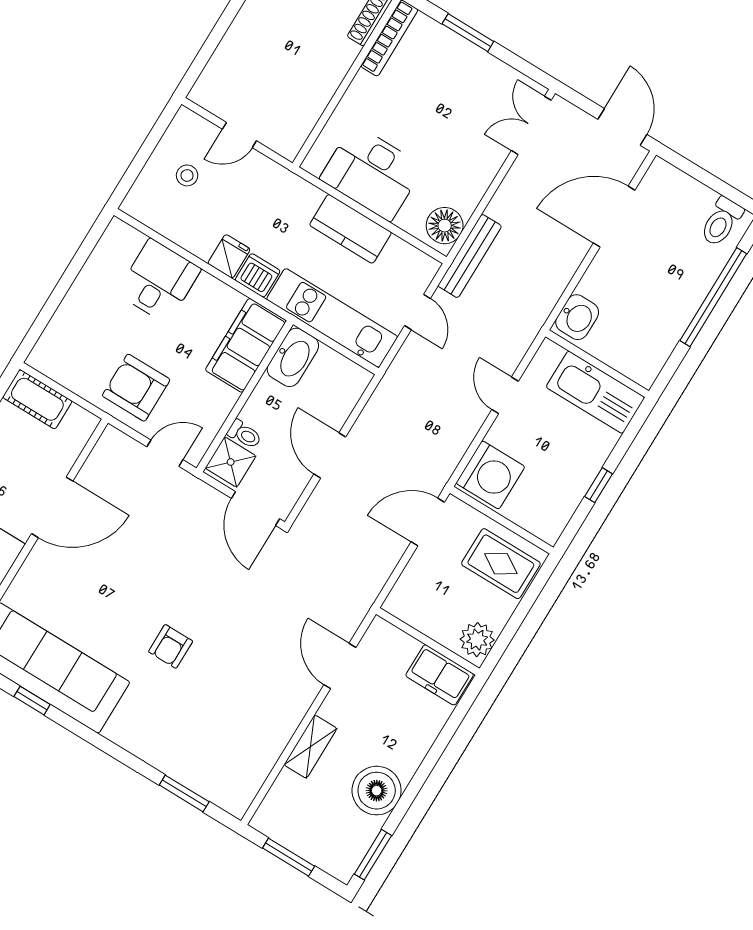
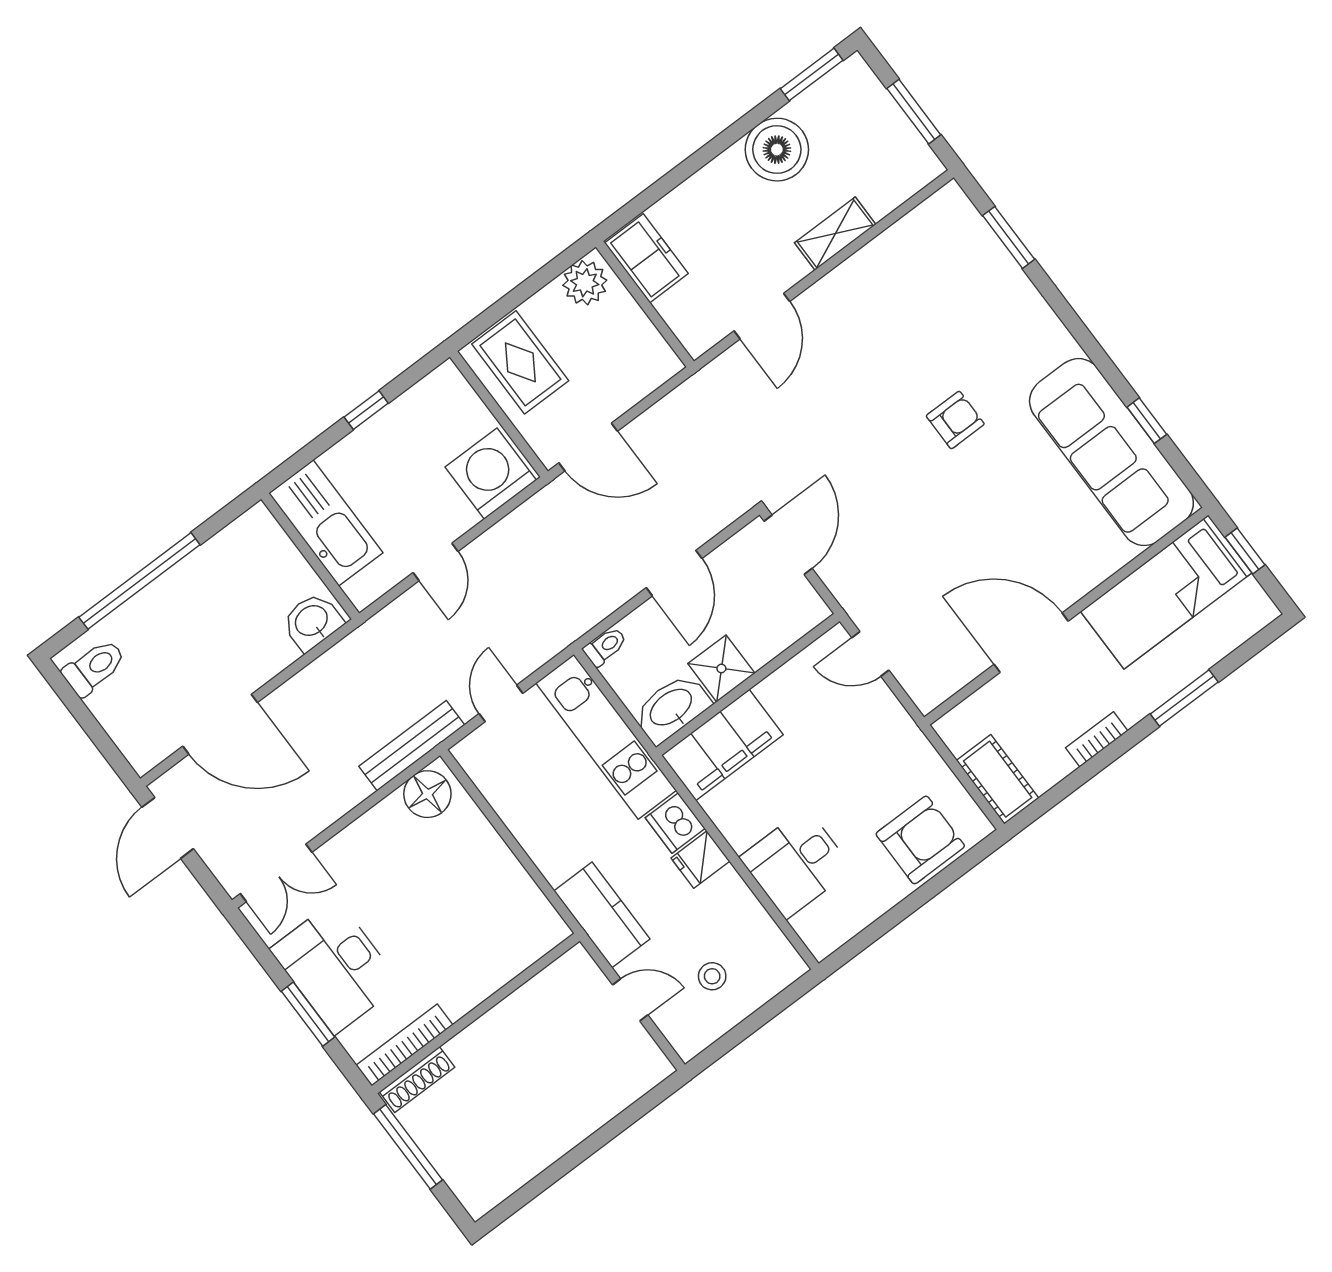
desk: (372, 173) -> (336, 967), moved, turned 180
kitchen counter: (350, 229) -> (602, 915), moved
armchair: (136, 388) -> (920, 840), moved, turned -90
toilet: (244, 434) -> (605, 646), moved, turned 90
shower: (231, 462) -> (721, 668), moved

